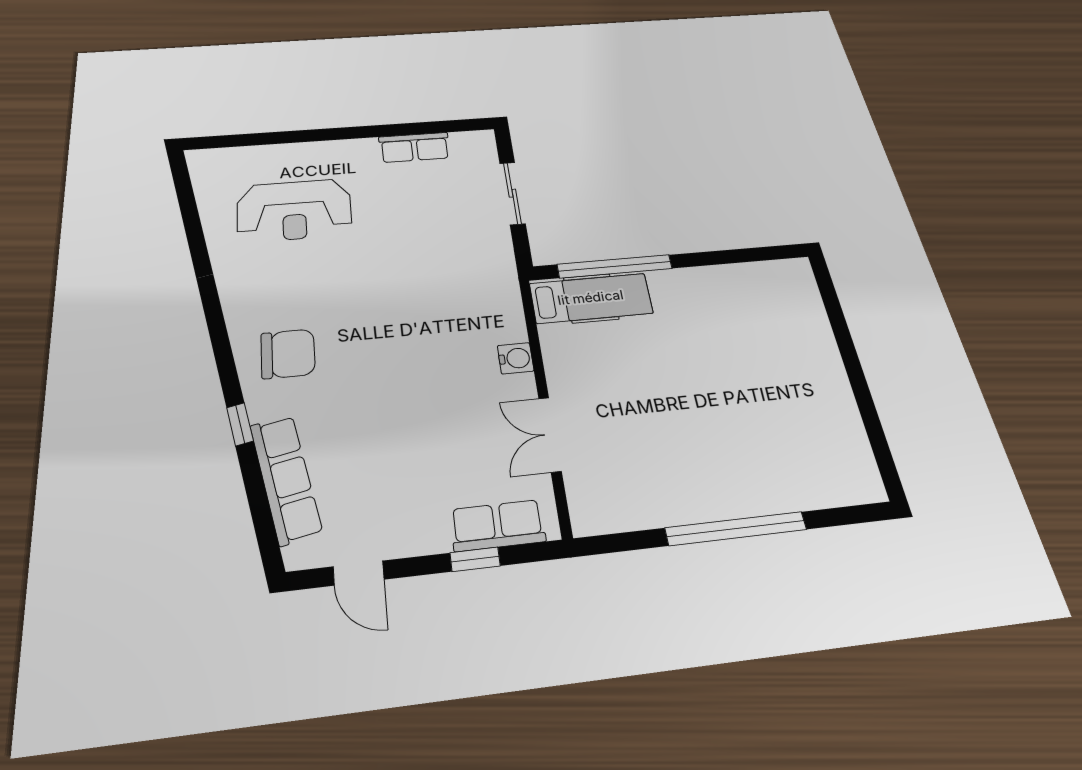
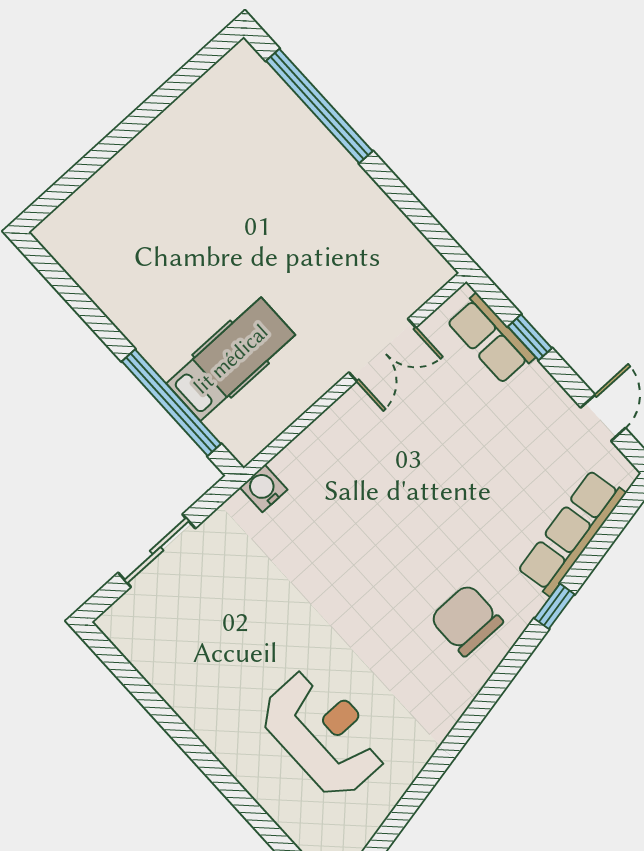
row of seats: (414, 147) -> (171, 680), removed
hospital bed: (591, 298) -> (231, 359), moved, turned 90
water cooler: (516, 358) -> (264, 488), moved
window: (736, 529) -> (319, 106), moved

